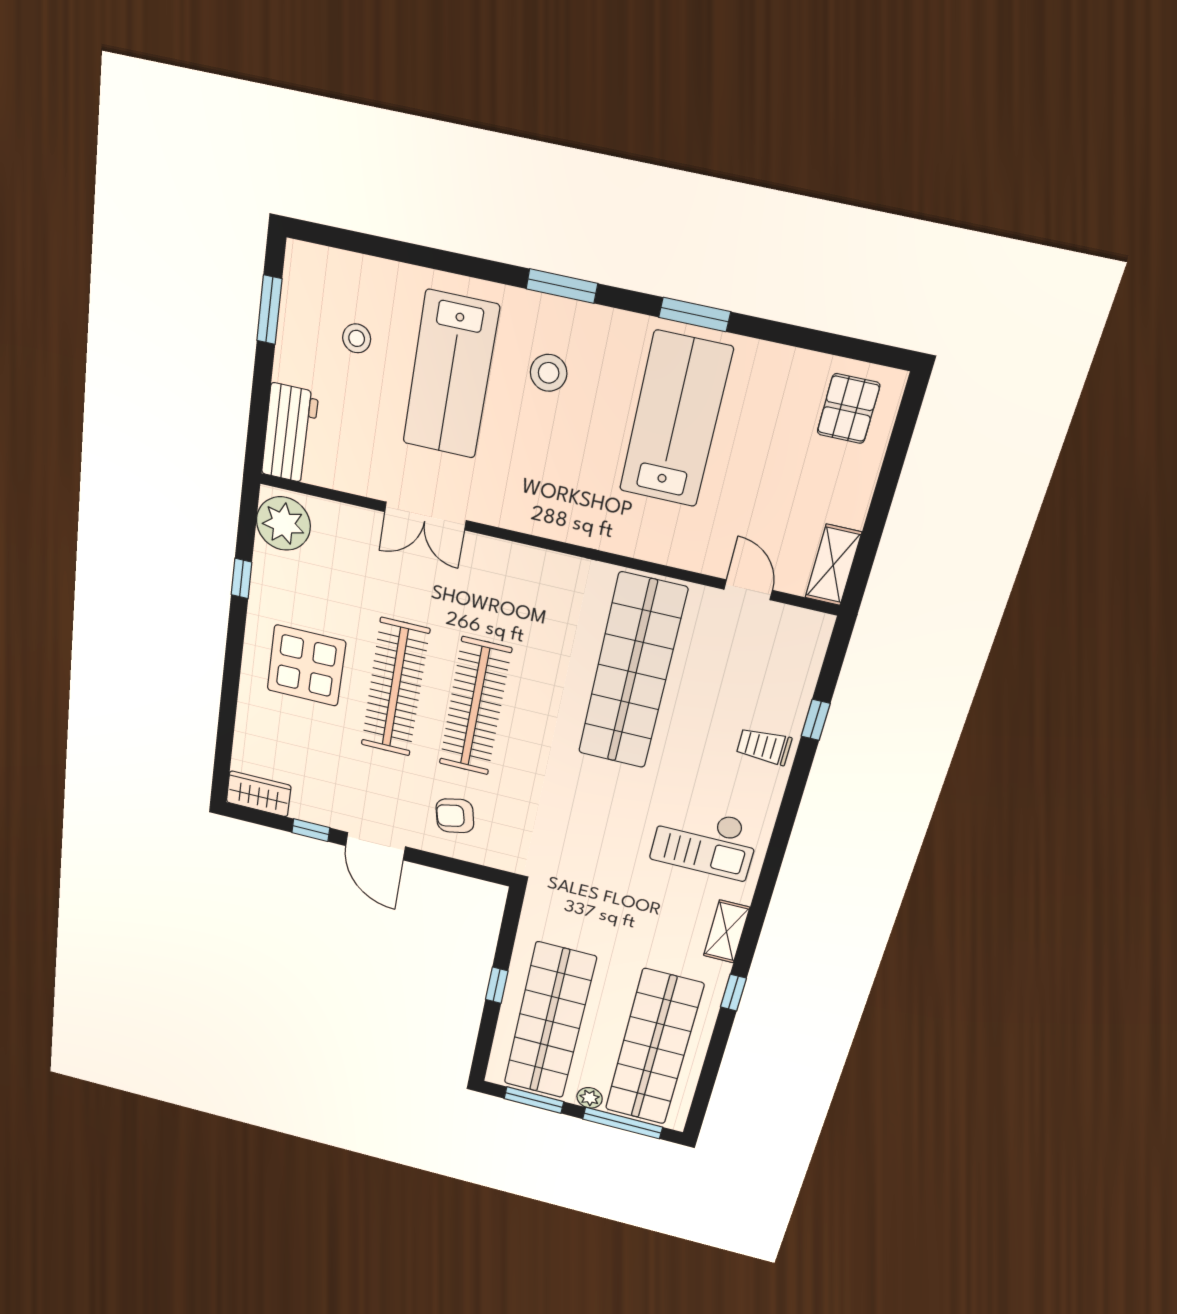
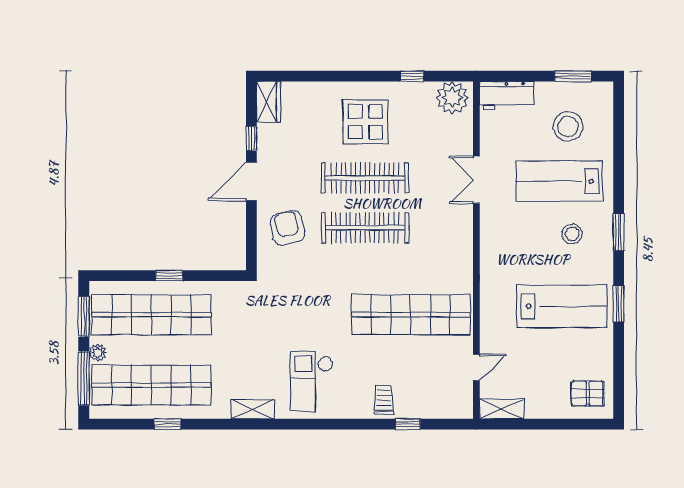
stool: (357, 338) -> (568, 127), width x1.89, depth x1.89
armchair: (455, 816) -> (287, 228), width x1.38, depth x1.38
window: (733, 993) -> (167, 424), moved

